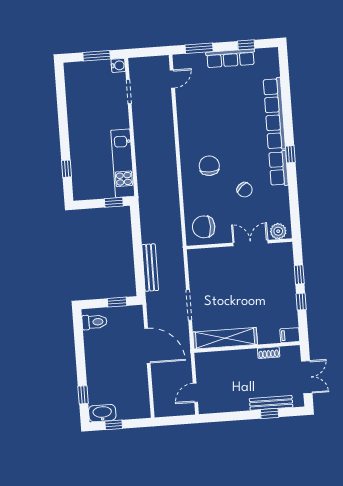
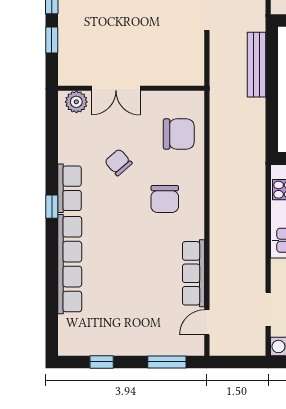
row of seats: (230, 58) -> (193, 273), moved, turned -90
chair: (204, 227) -> (179, 134), moved

